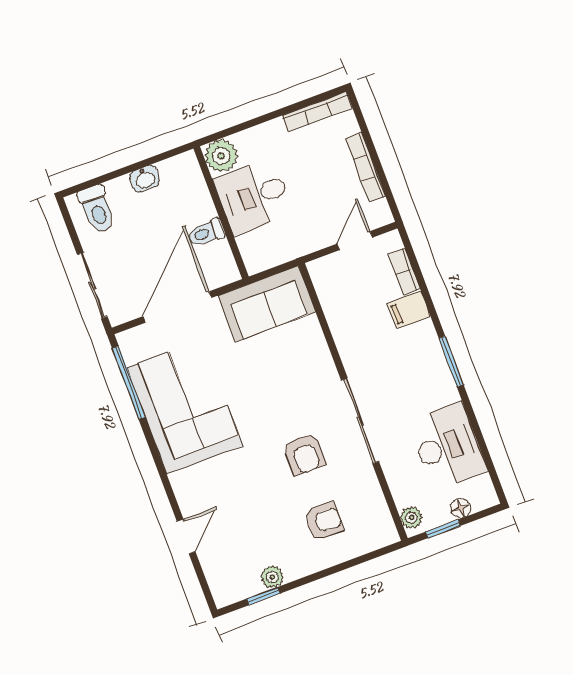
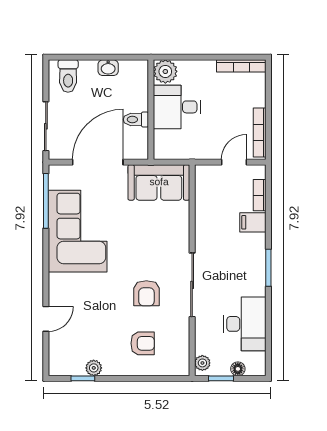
bookcase: (365, 167) -> (260, 133), moved

